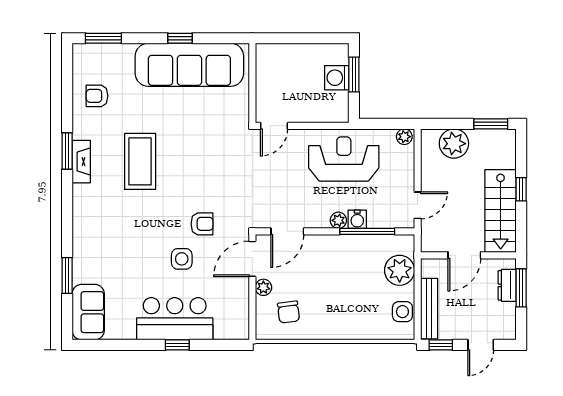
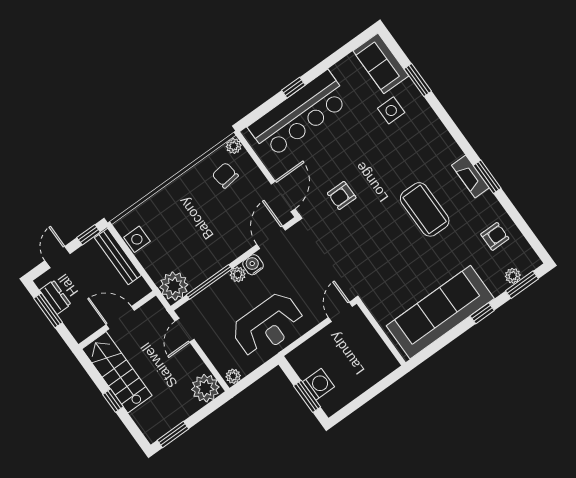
window: (180, 38) -> (482, 313), moved
plant: (106, 51) -> (513, 276), added
plant: (454, 144) -> (205, 388), moved
water cooler: (357, 219) -> (253, 265), moved
door: (464, 255) -> (120, 318), hinge flipped
side table: (182, 259) -> (391, 110), moved
plant: (400, 270) -> (174, 286), moved
dresser: (507, 285) -> (55, 297), moved
plant: (263, 287) -> (234, 146), moved
window: (521, 288) -> (48, 310), moved
bar counter: (175, 319) -> (299, 114), width x1.36

